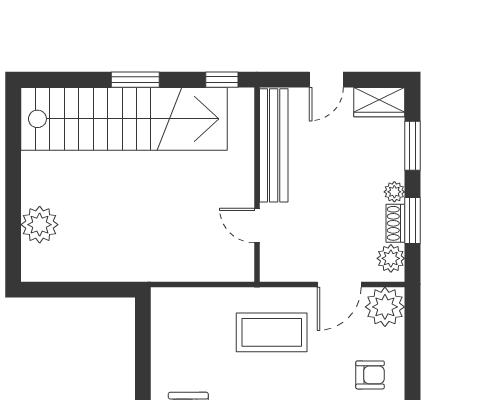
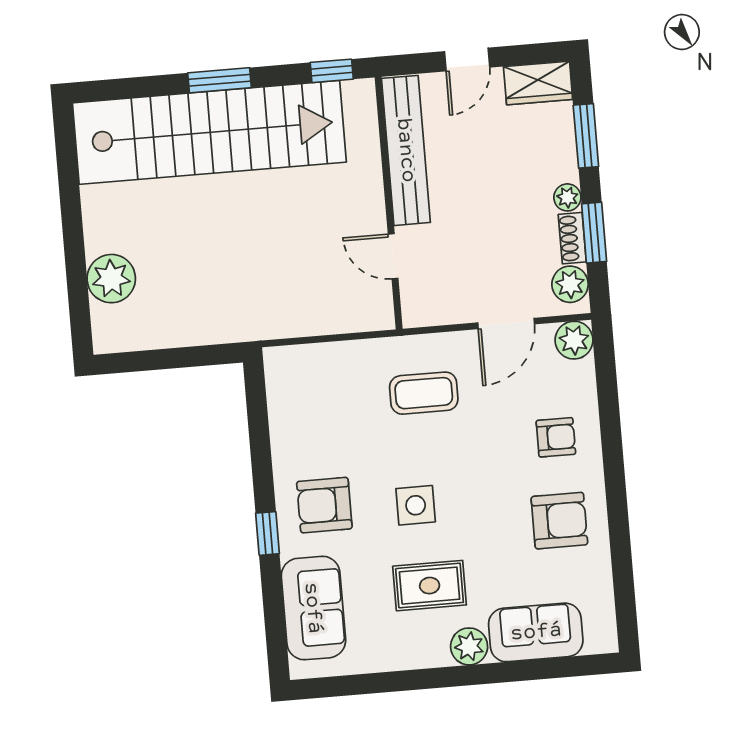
plant: (385, 307) -> (574, 340), width x0.73, depth x0.73
coffee table: (272, 332) -> (424, 393), width x0.73, depth x0.76

